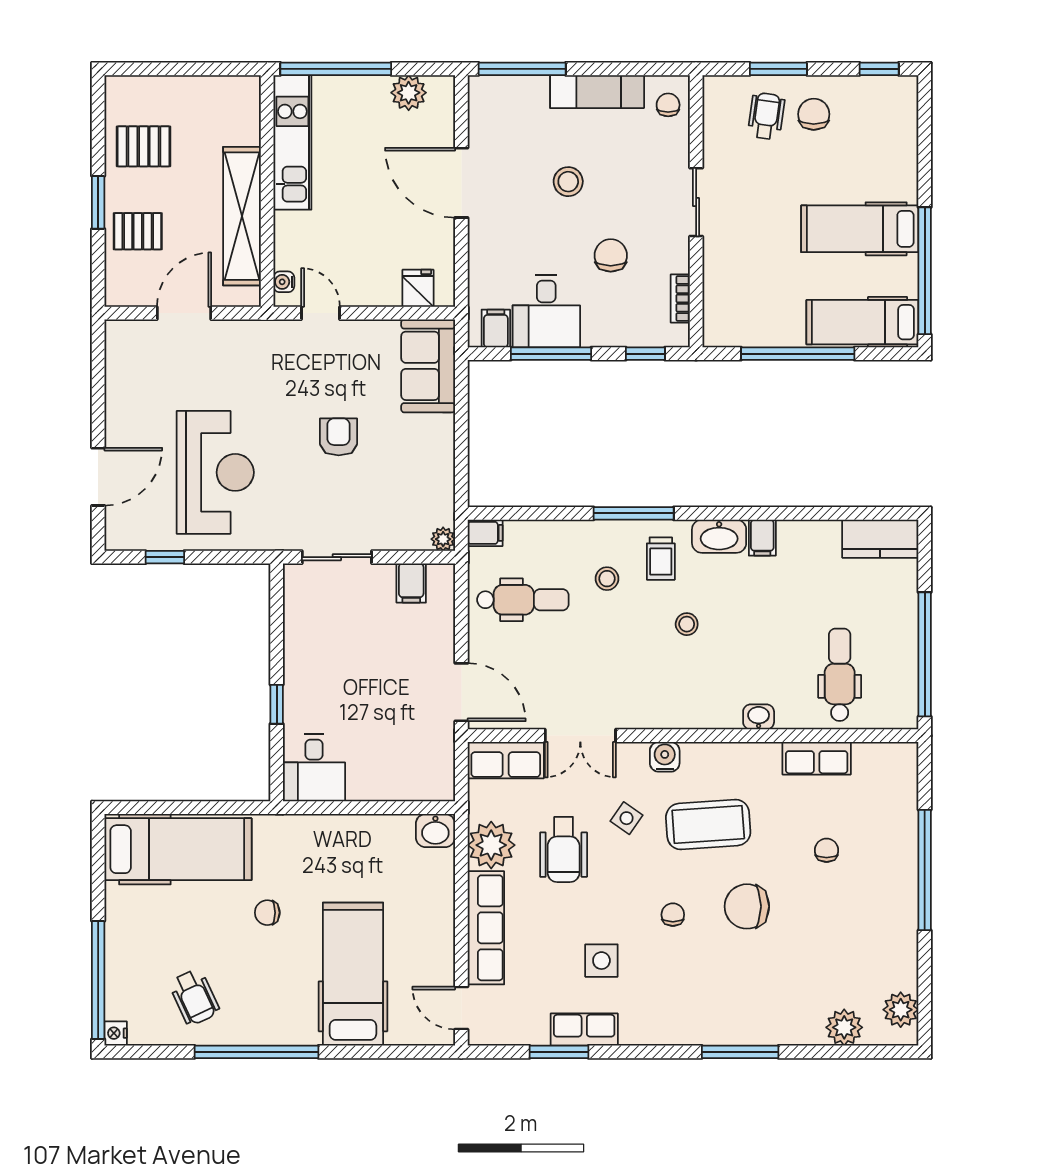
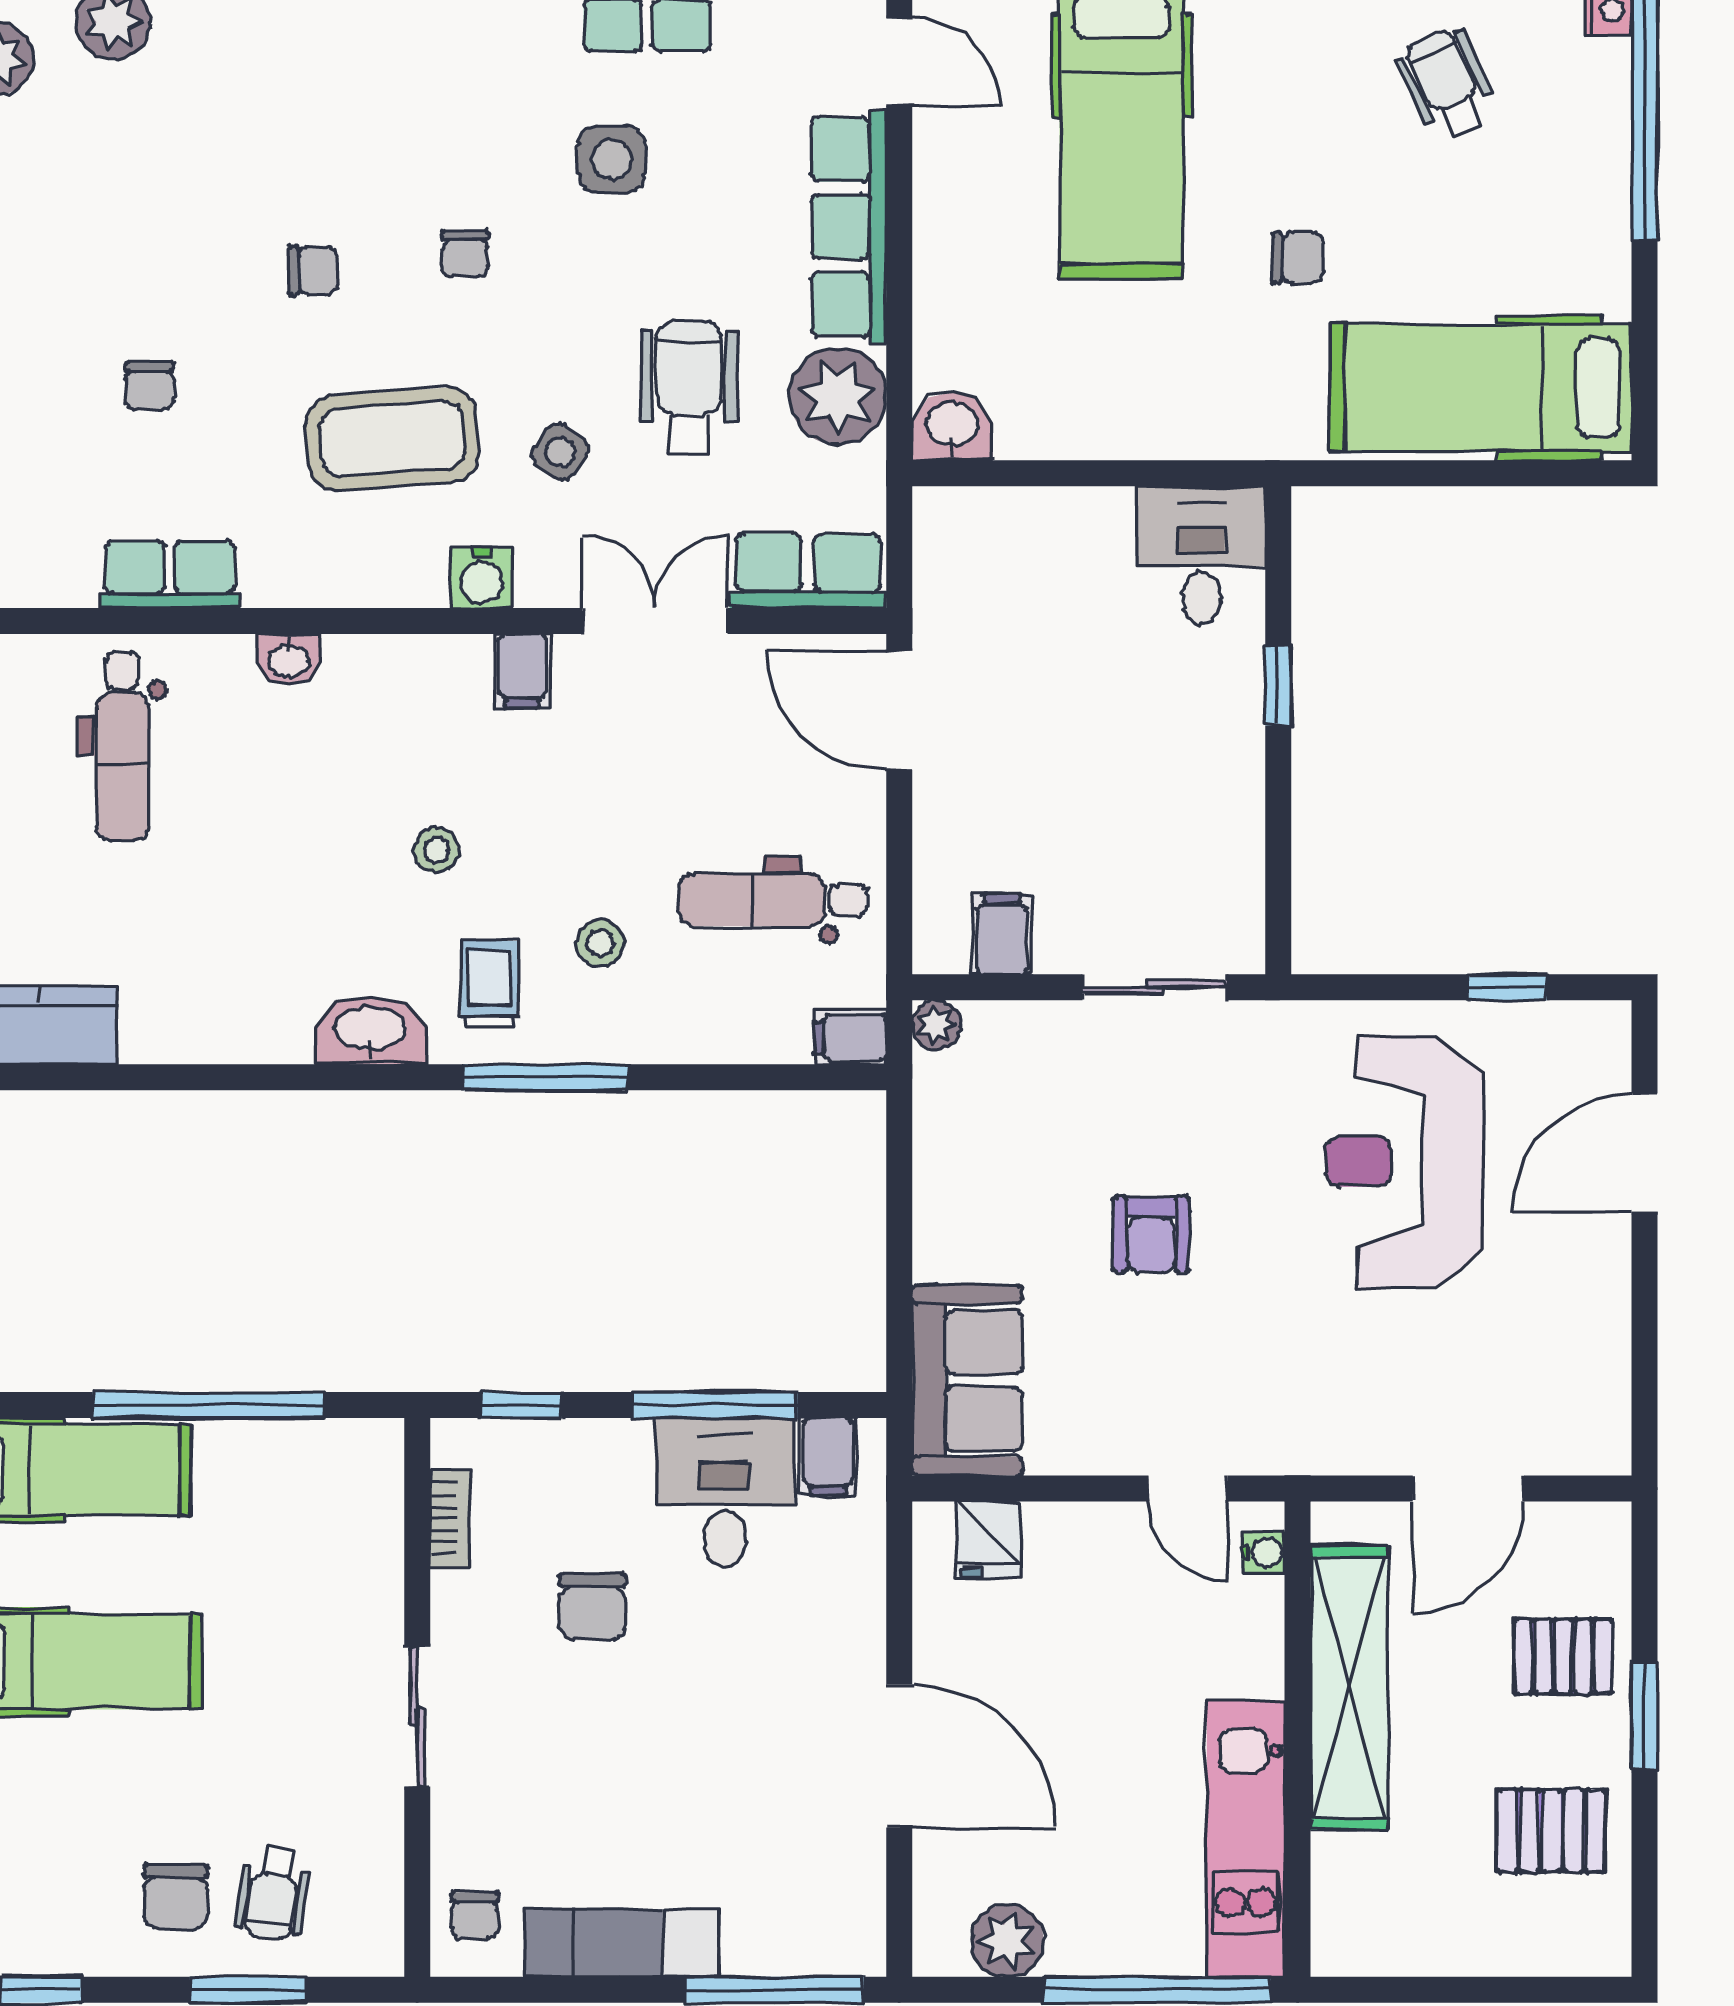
stool: (568, 182) -> (680, 1758), removed
filing cabinet: (762, 538) -> (522, 671), moved, turned 180
chair: (747, 906) -> (313, 270), width x0.54, depth x0.54

